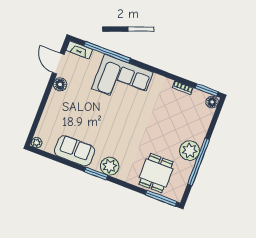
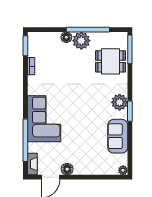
floor lamp: (212, 102) -> (66, 37), moved

